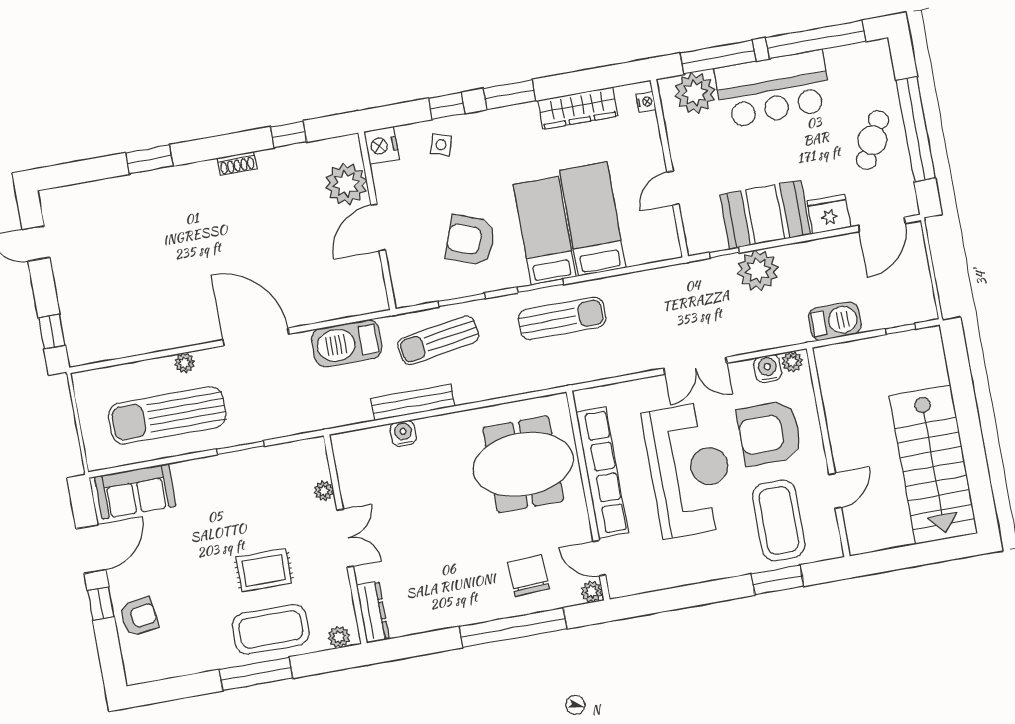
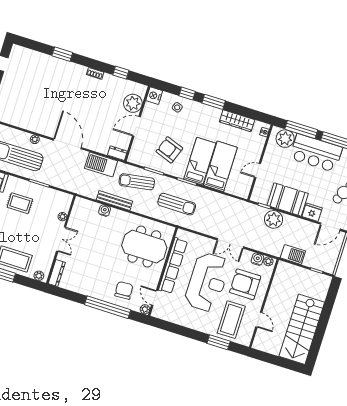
dresser: (368, 302) -> (117, 153), added
sun lounger: (562, 318) -> (177, 204), moved
door: (835, 491) -> (259, 320), hinge flipped
rug: (264, 570) -> (20, 203), moved

